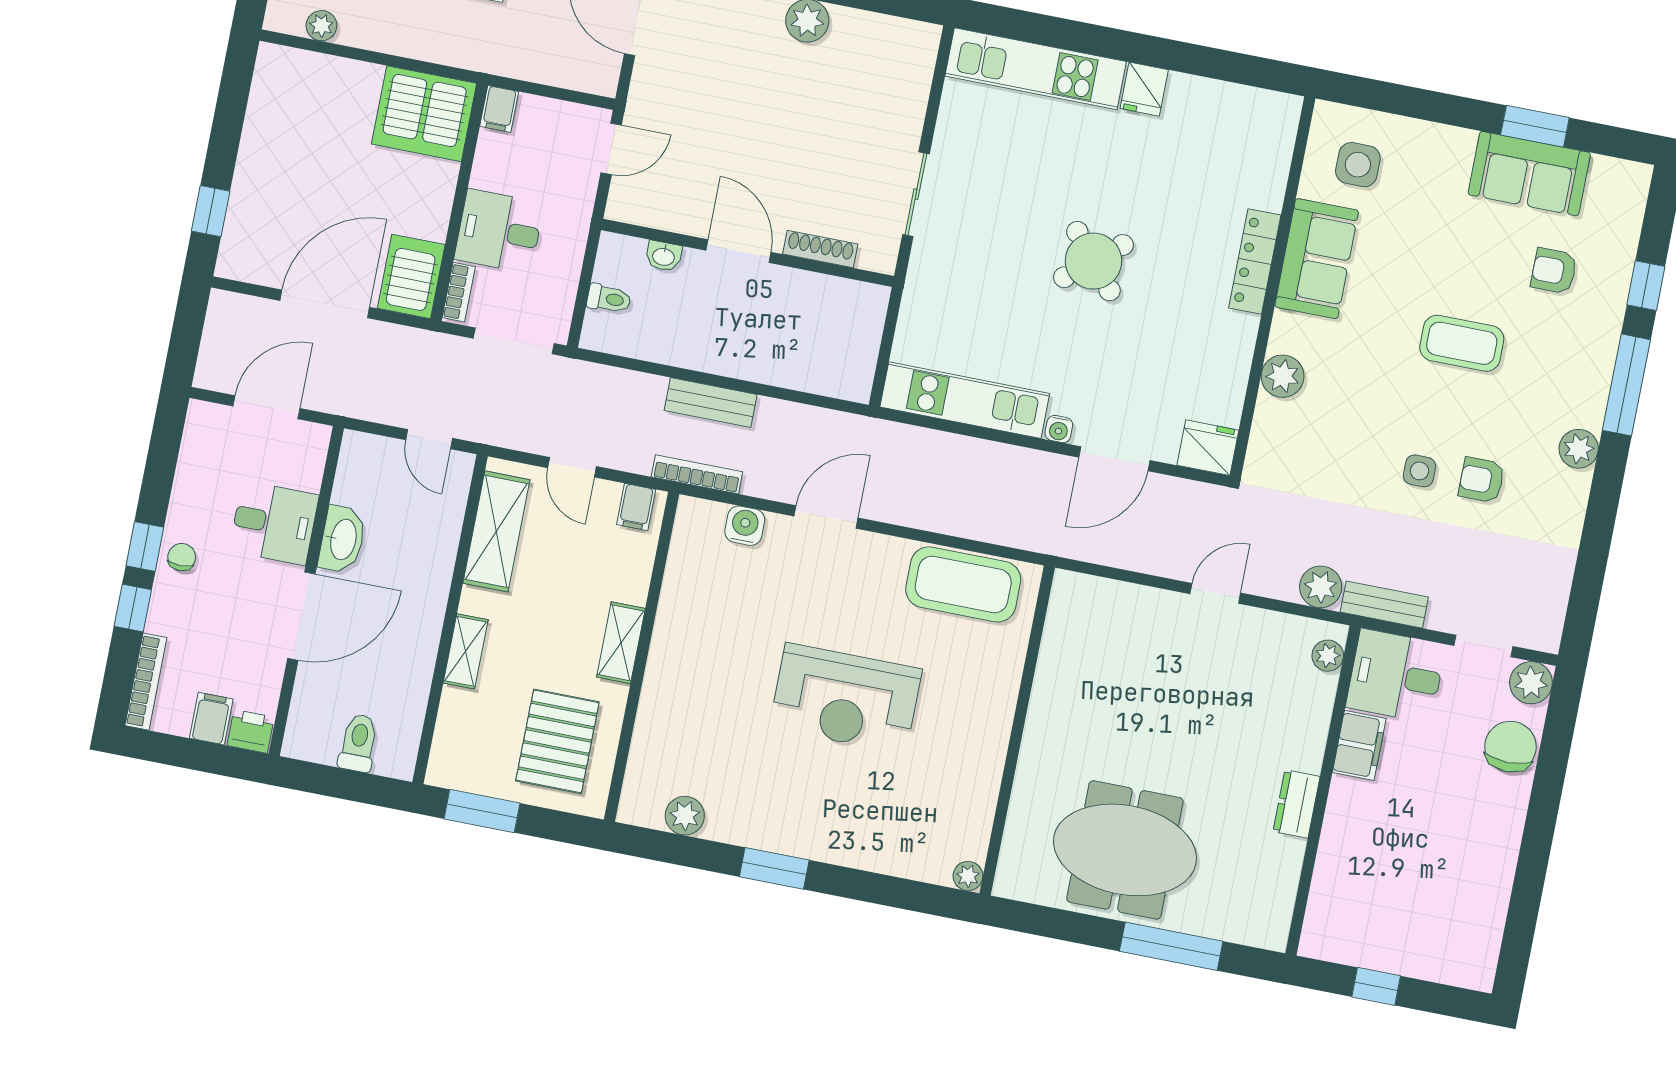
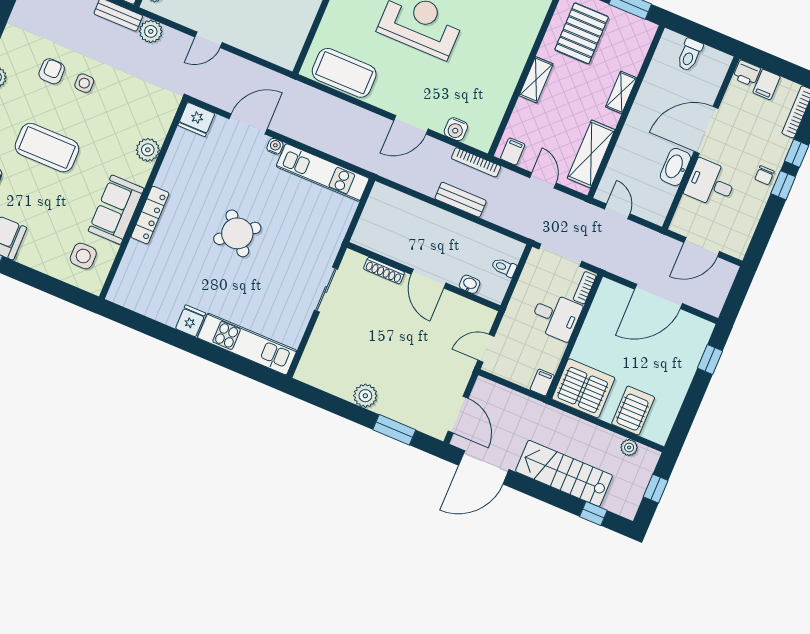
server rack: (411, 276) -> (633, 411), moved, turned 180
coffee table: (1462, 343) -> (47, 148), width x1.36, depth x1.32
armchair: (1482, 480) -> (52, 71), turned -90

